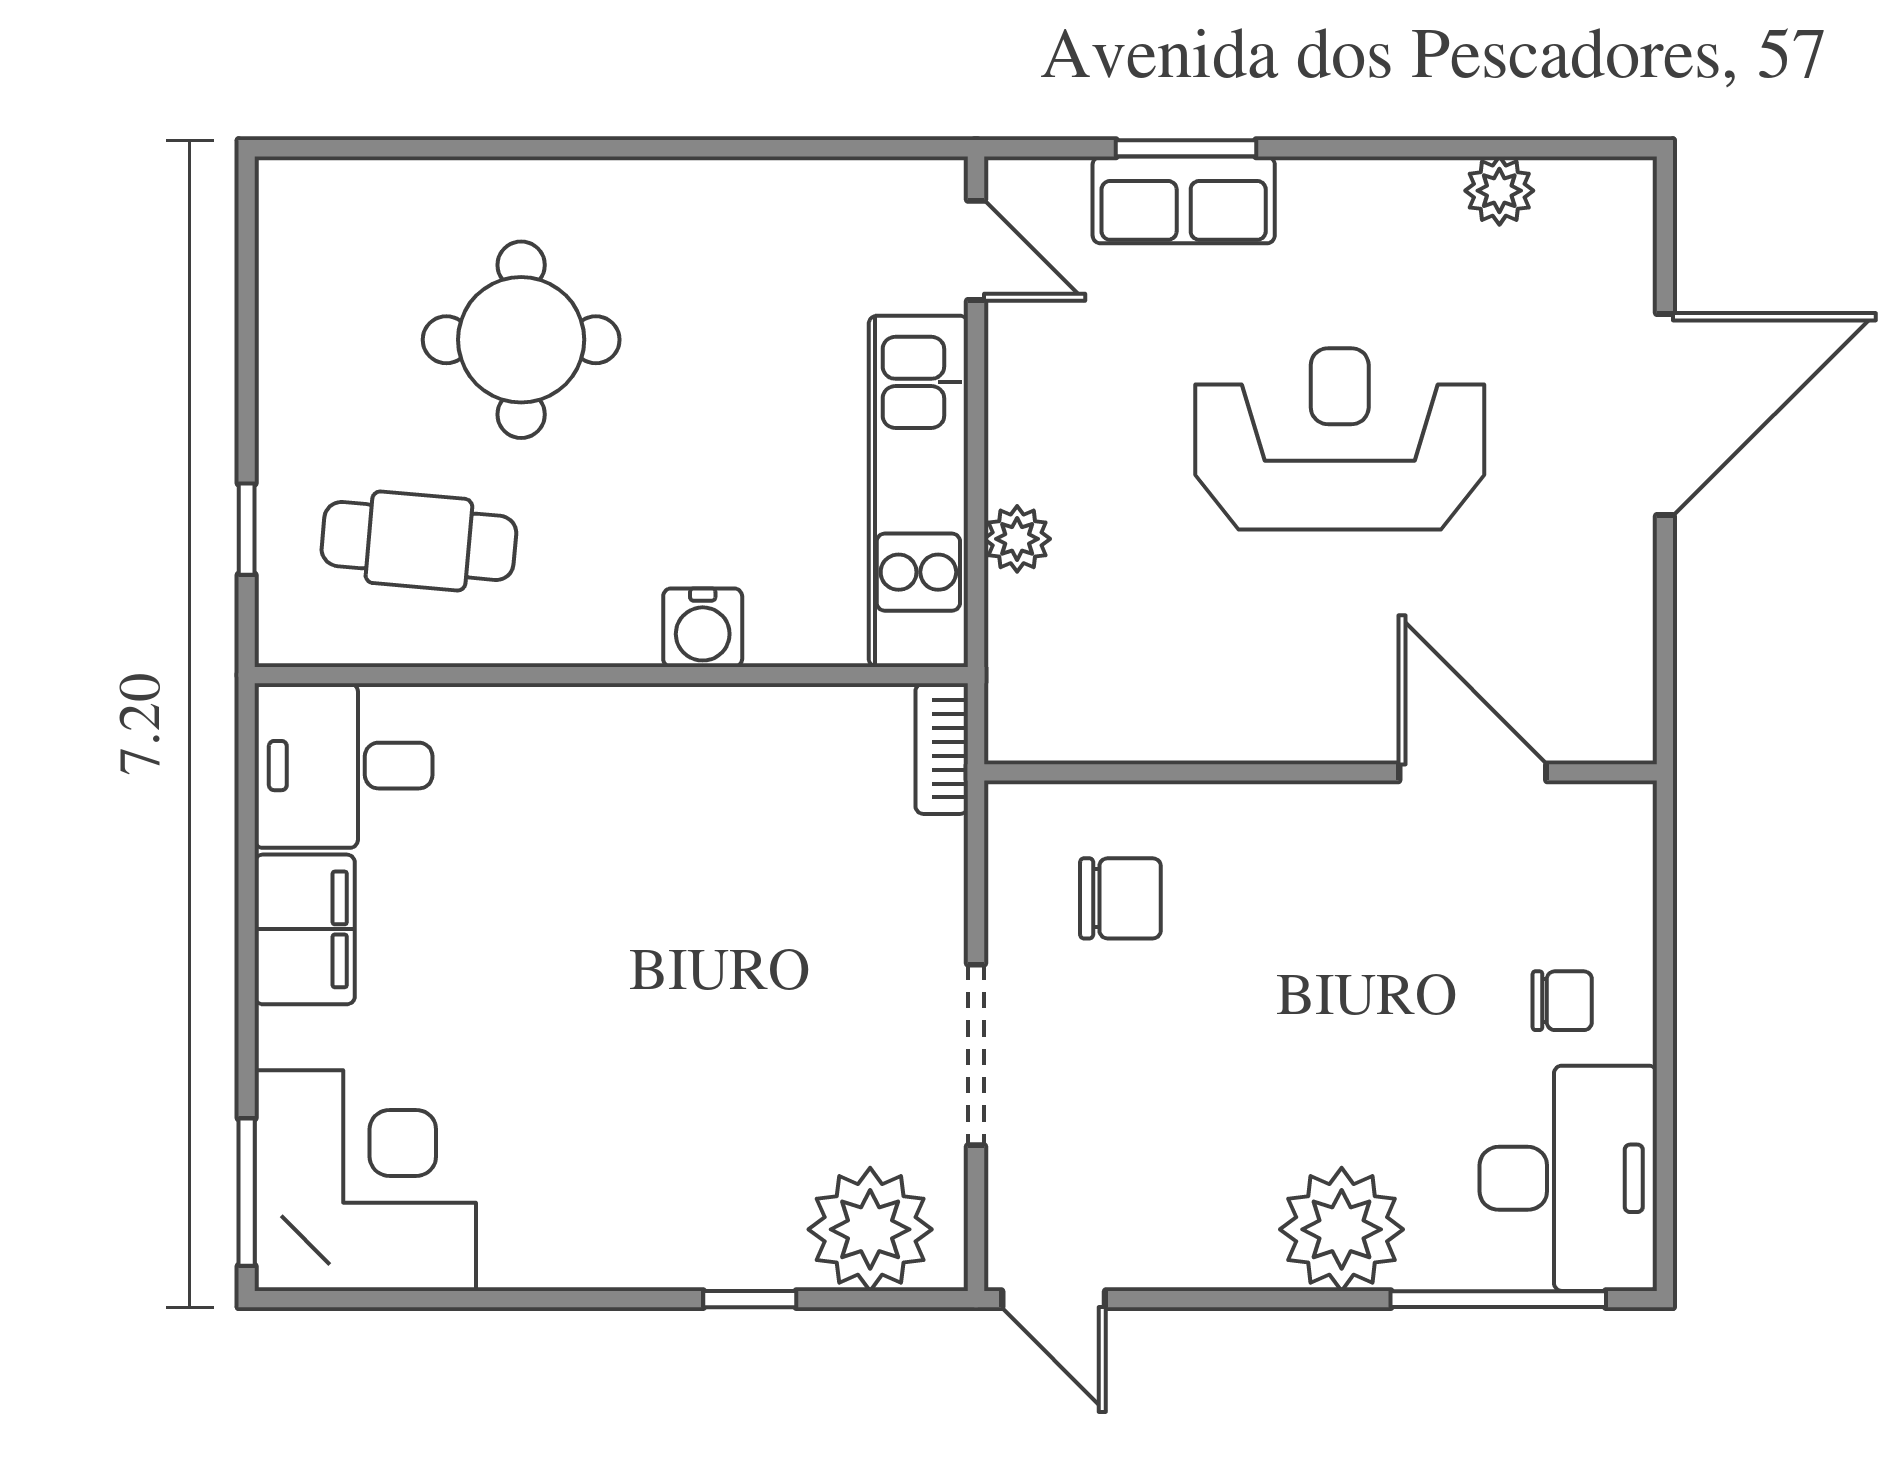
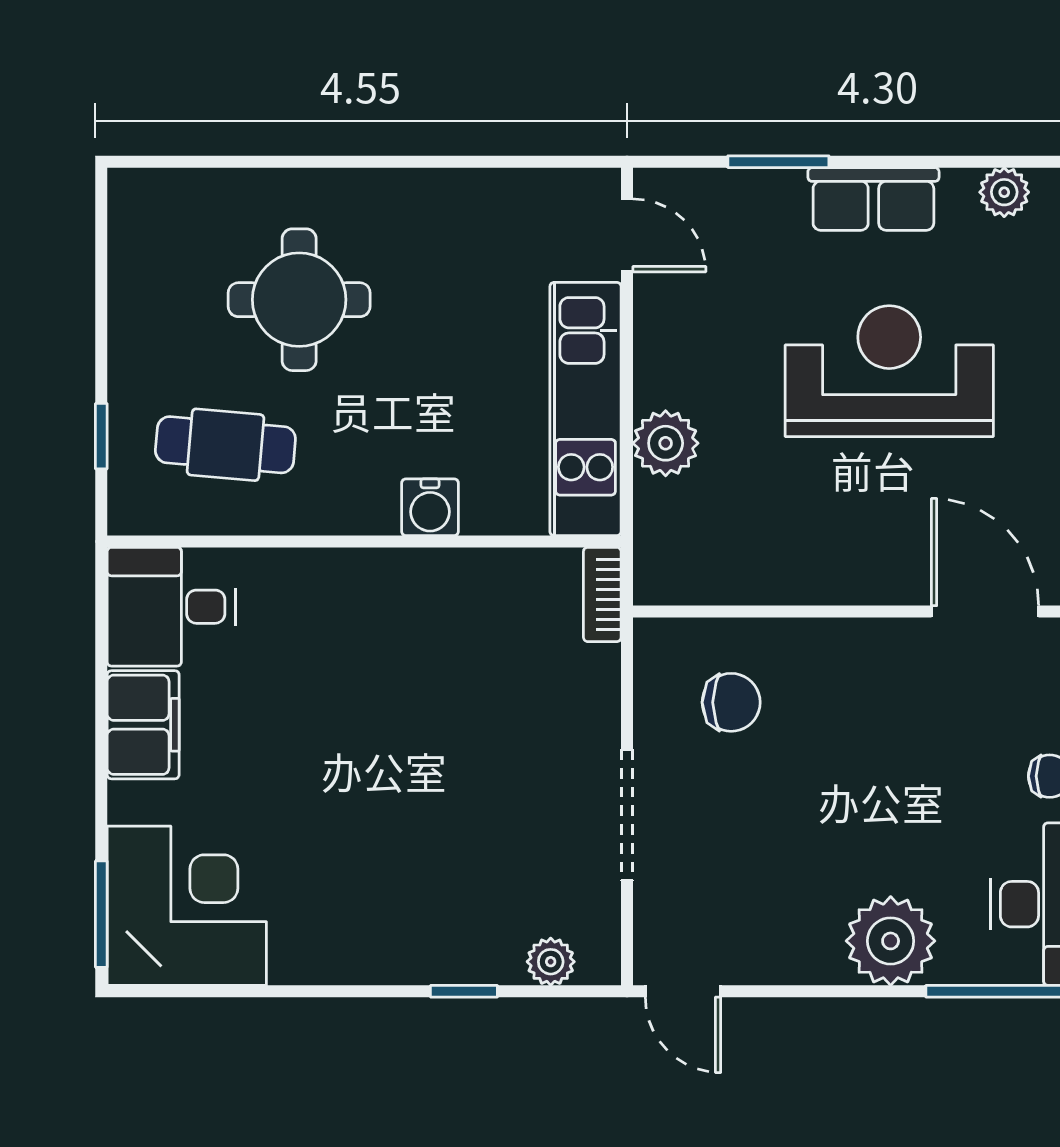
row of seats: (1184, 200) -> (873, 199), moved
plant: (1017, 539) -> (666, 443), width x1.38, depth x1.38
plant: (870, 1229) -> (551, 962), width x0.53, depth x0.53

